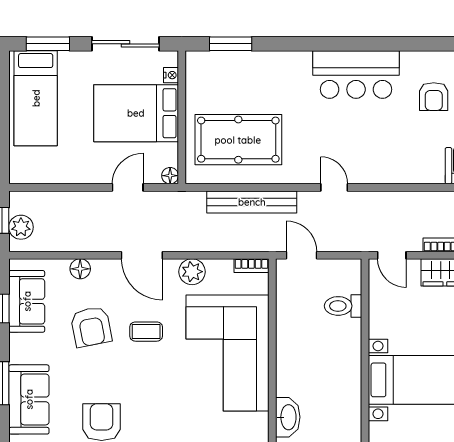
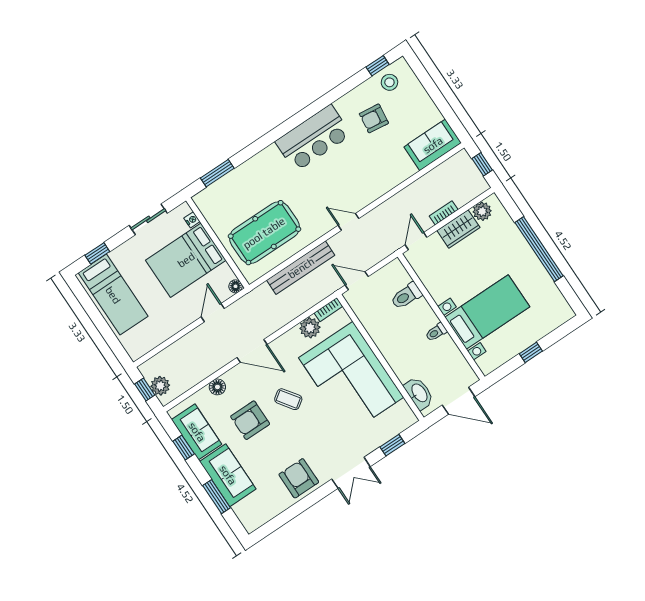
window: (48, 44) -> (97, 253), width x0.67
sliding door: (126, 44) -> (148, 219), width x0.73
armchair: (434, 97) -> (374, 118), turned 97
door: (392, 255) -> (416, 241), swing flipped
plant: (192, 272) -> (310, 328), moved
armchair: (91, 327) -> (250, 420), turned 101
coffee table: (146, 332) -> (288, 399), turned 55
toilet: (349, 365) -> (436, 332), added
sofa: (29, 399) -> (228, 475), moved

